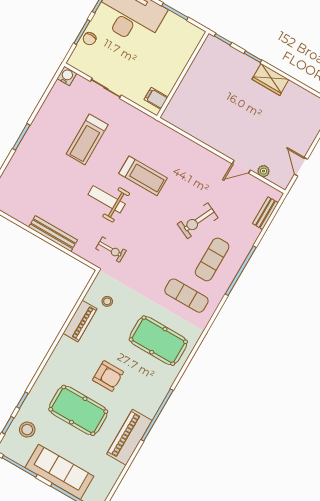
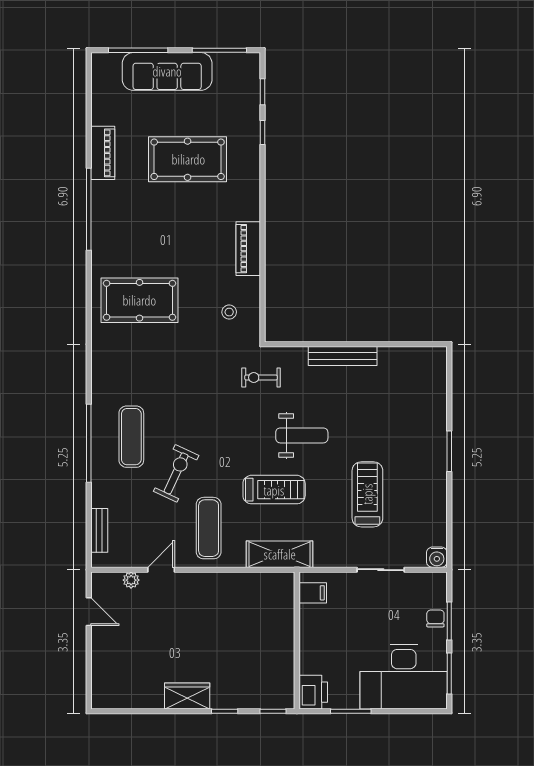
printer: (191, 37) -> (313, 692), added
shelving: (163, 134) -> (280, 554), added
treadmill: (143, 176) -> (274, 490), turned 180
exercise mat: (186, 296) -> (209, 528), moved, turned 90
piano: (80, 321) -> (248, 249), moved
armchair: (108, 376) -> (176, 222), removed
stool: (27, 430) -> (236, 100), removed
piano: (129, 437) -> (103, 153), width x0.73, depth x0.75

